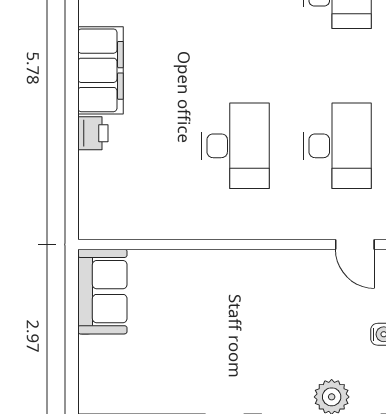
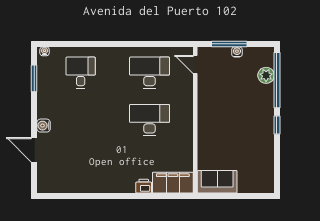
filing cabinet: (100, 70) -> (173, 183), moved
door: (355, 244) -> (195, 65), swing flipped

